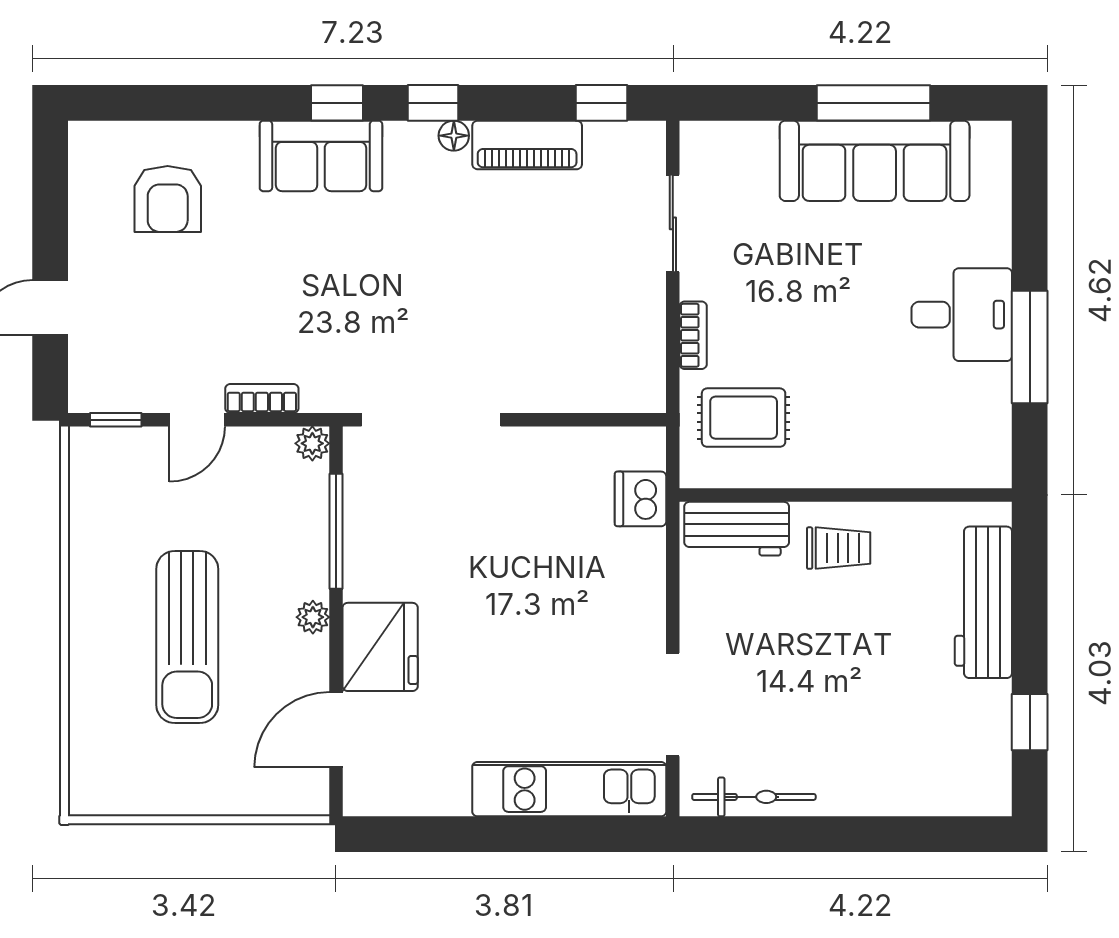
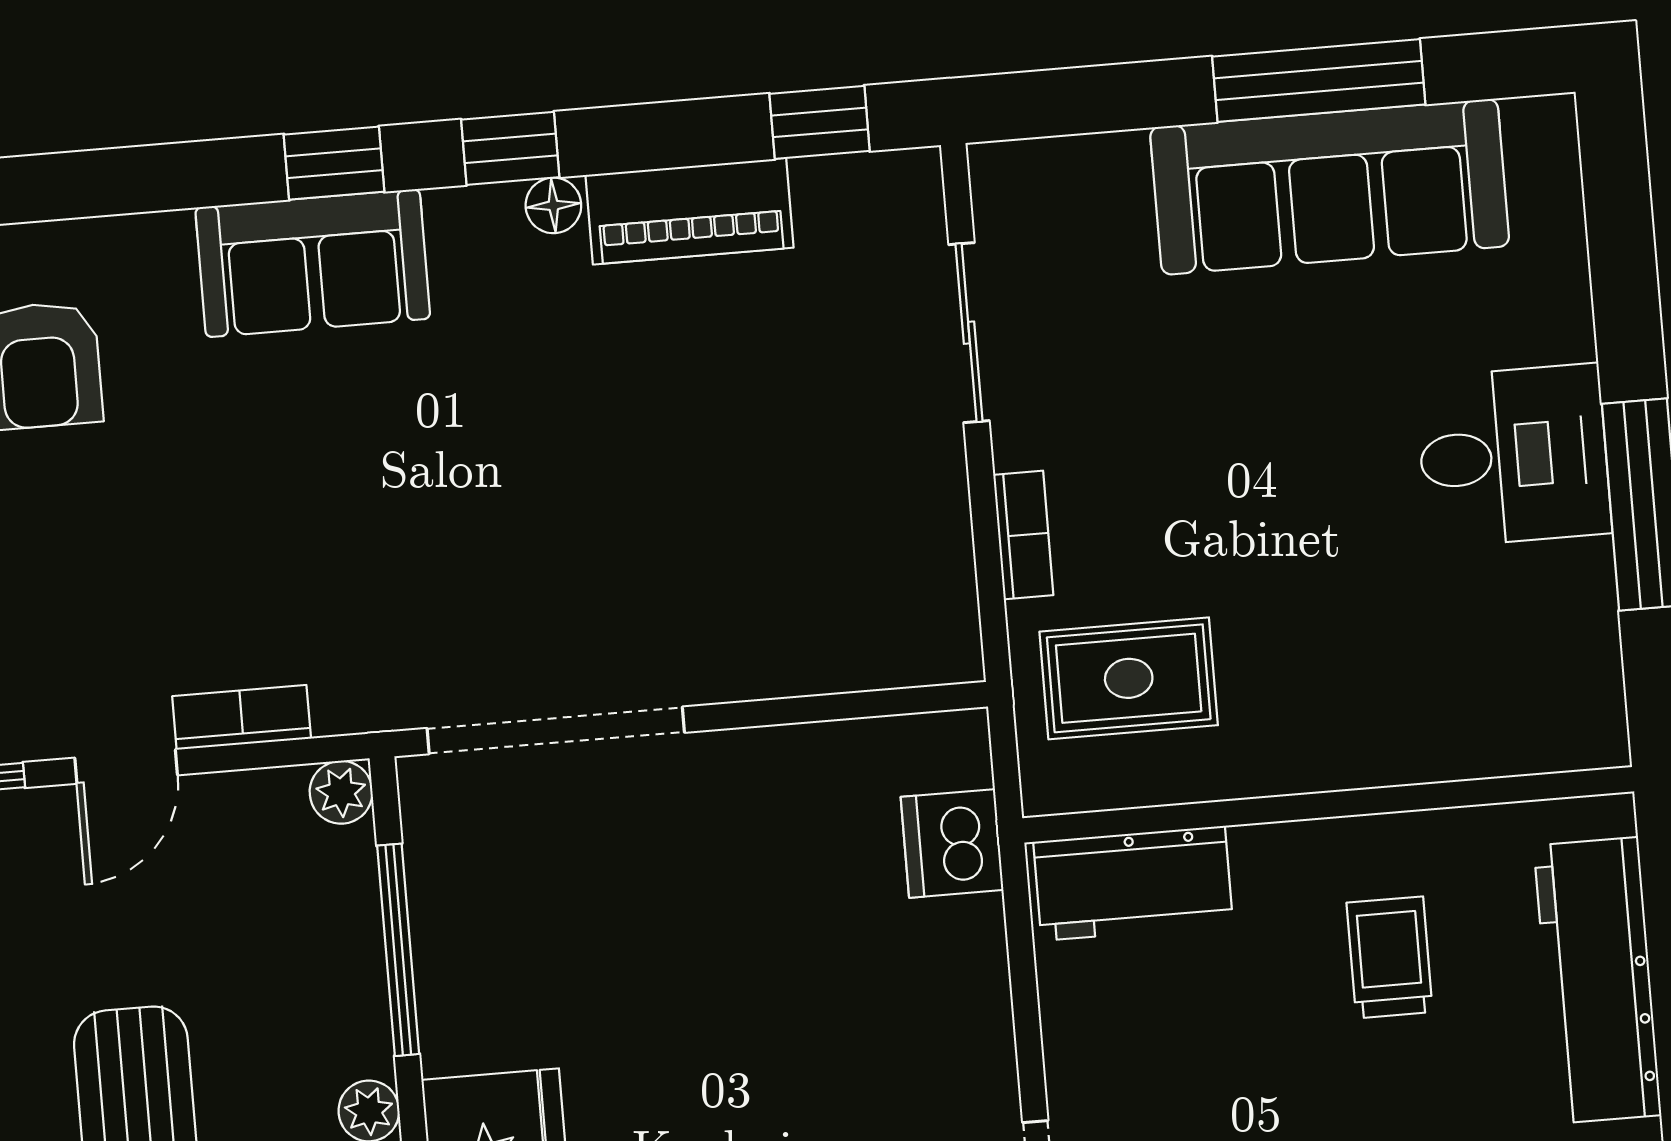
trolley: (839, 548) -> (1390, 957), moved, turned -90

